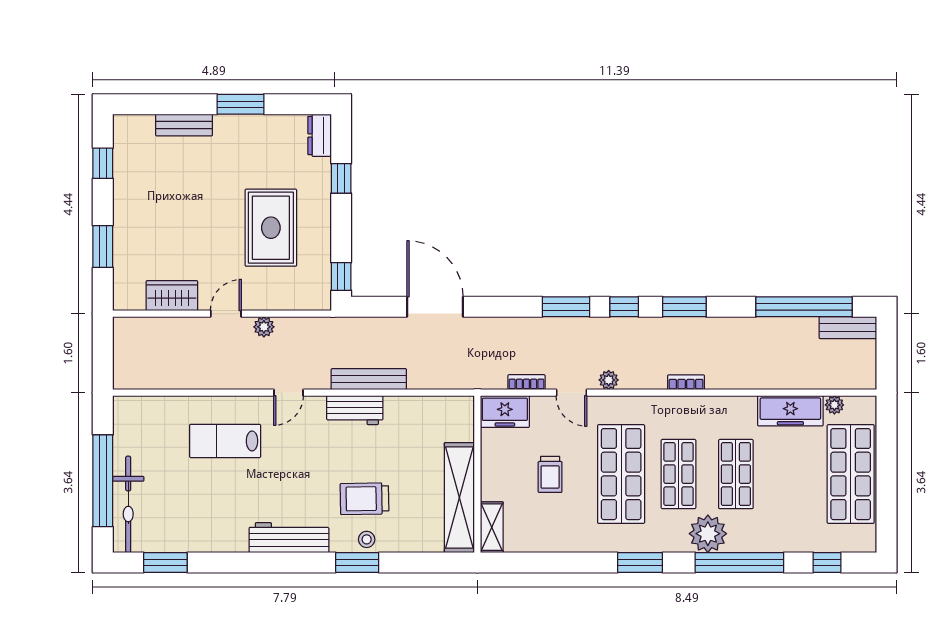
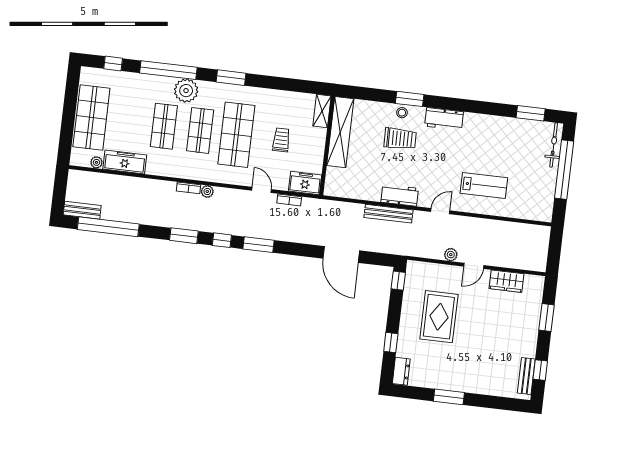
bench: (184, 125) -> (526, 376), moved, turned 90
plant: (609, 380) -> (207, 192), moved
bicycle: (128, 504) -> (554, 145), width x0.73, depth x0.71
workbench: (289, 538) -> (444, 119), width x0.73

